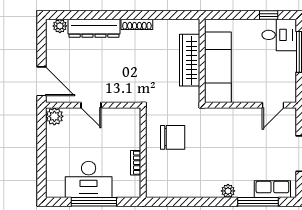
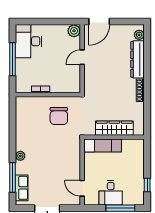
desk: (279, 35) -> (111, 193), moved
exam couch: (218, 67) -> (103, 146), width x0.73, depth x0.69
desk: (89, 179) -> (29, 41), moved

